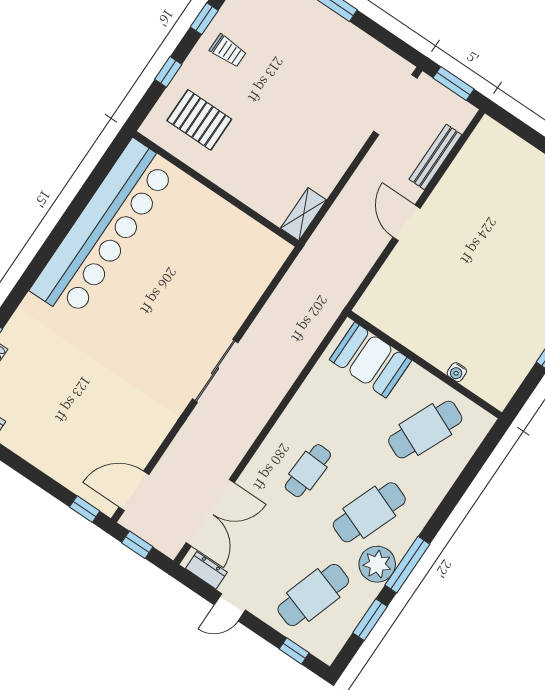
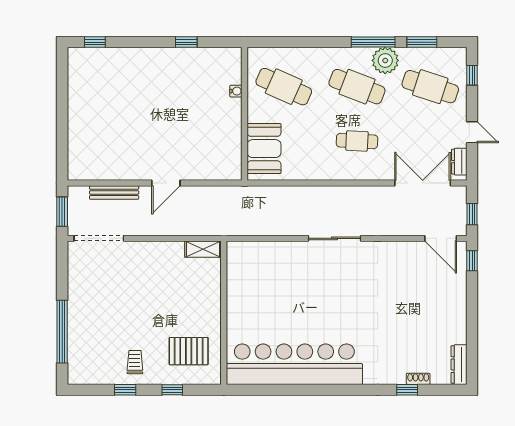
pallet: (199, 120) -> (189, 351), turned 90

